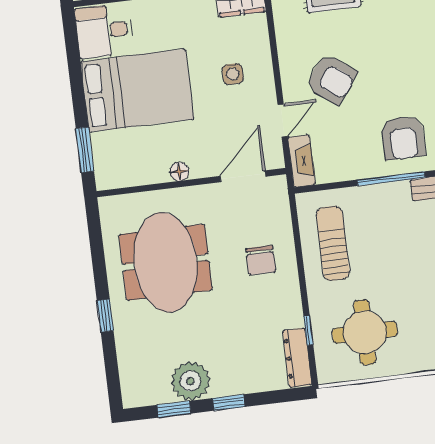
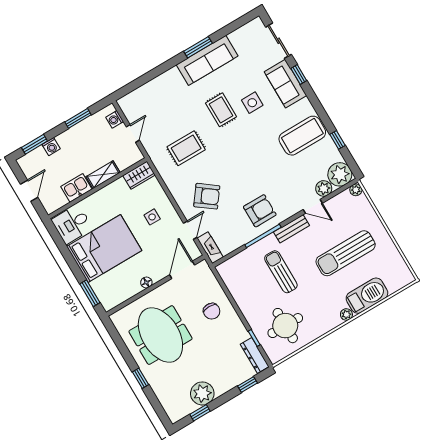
armchair: (403, 138) -> (260, 211), turned -90
sun lounger: (333, 243) -> (281, 272), moved
window: (229, 402) -> (248, 384), moved

